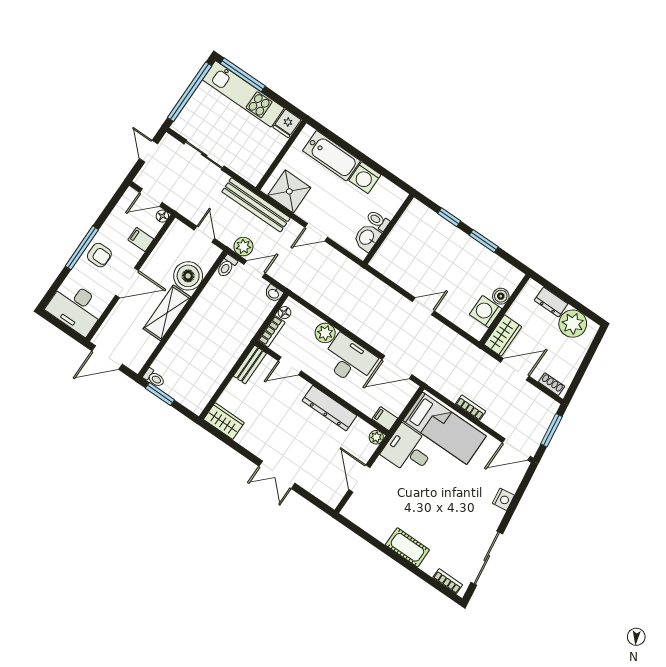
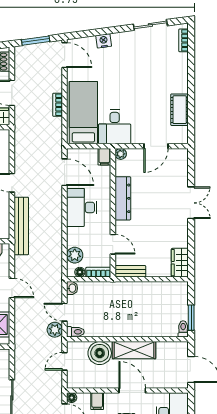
bench: (256, 205) -> (21, 226), moved
plant: (325, 333) -> (75, 255), moved
cot: (407, 547) -> (180, 110), moved
sliding door: (487, 558) -> (150, 25), width x0.73

